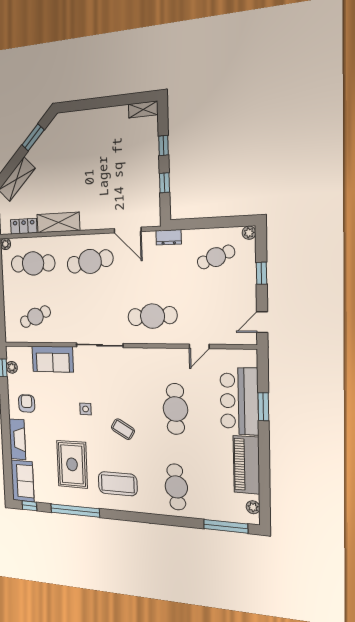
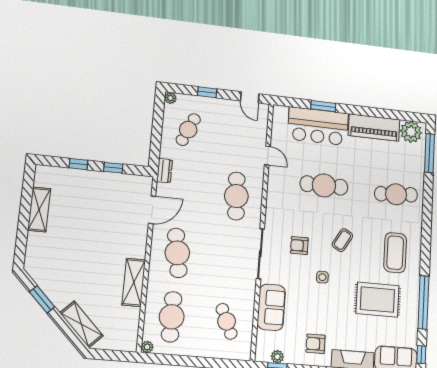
shelving: (143, 110) -> (39, 209), moved, width x1.50, depth x1.33
locker: (24, 226) -> (132, 323), removed
cafe table: (216, 257) -> (188, 130), turned 45
armchair: (112, 385) -> (299, 246), added
plant: (253, 507) -> (411, 132), width x1.87, depth x1.87

